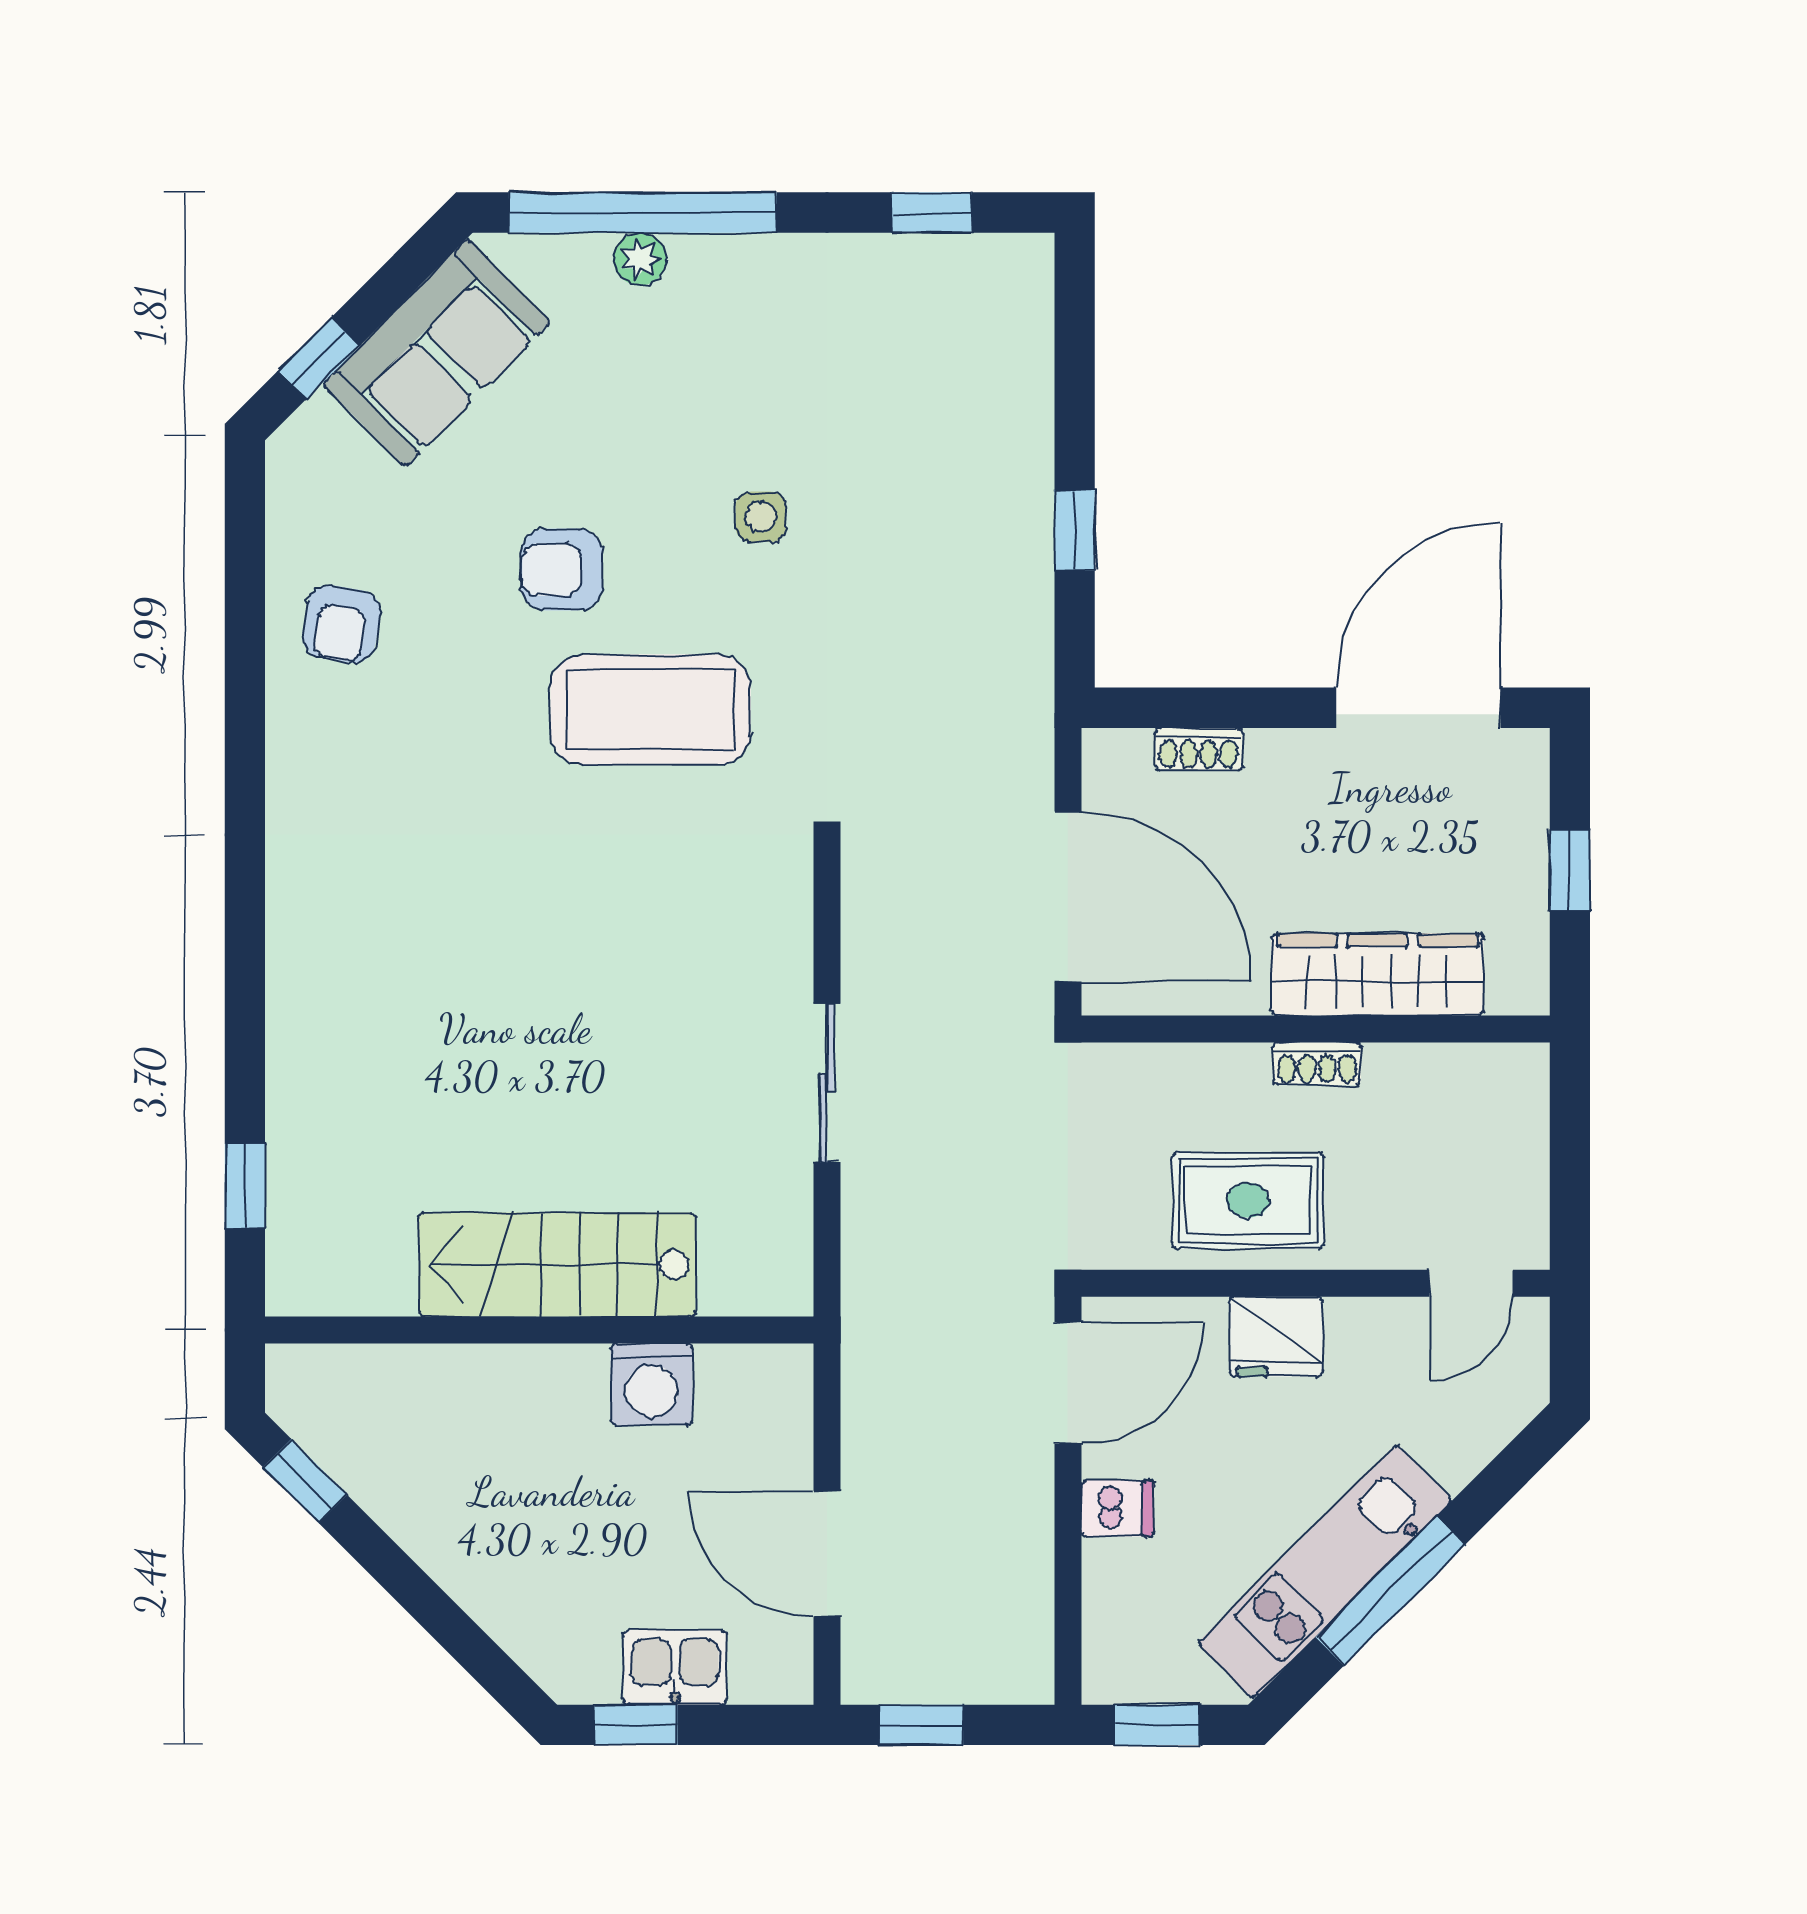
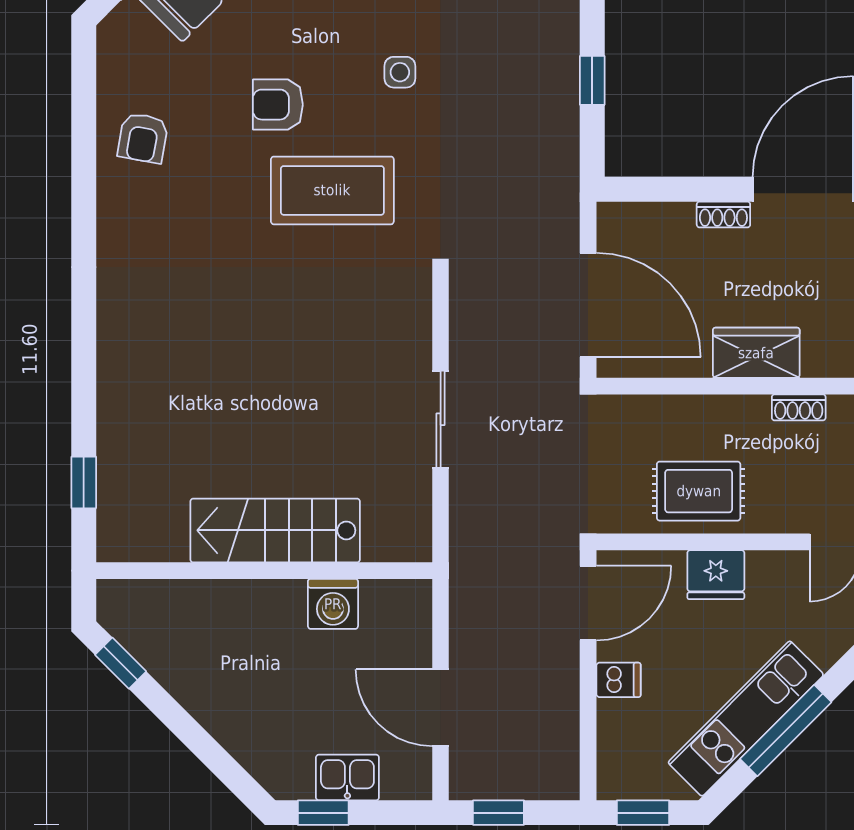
shoe rack: (1199, 749) -> (723, 214), moved
wardrobe: (1377, 975) -> (756, 353), width x0.67
shoe rack: (1317, 1064) -> (799, 407), moved

